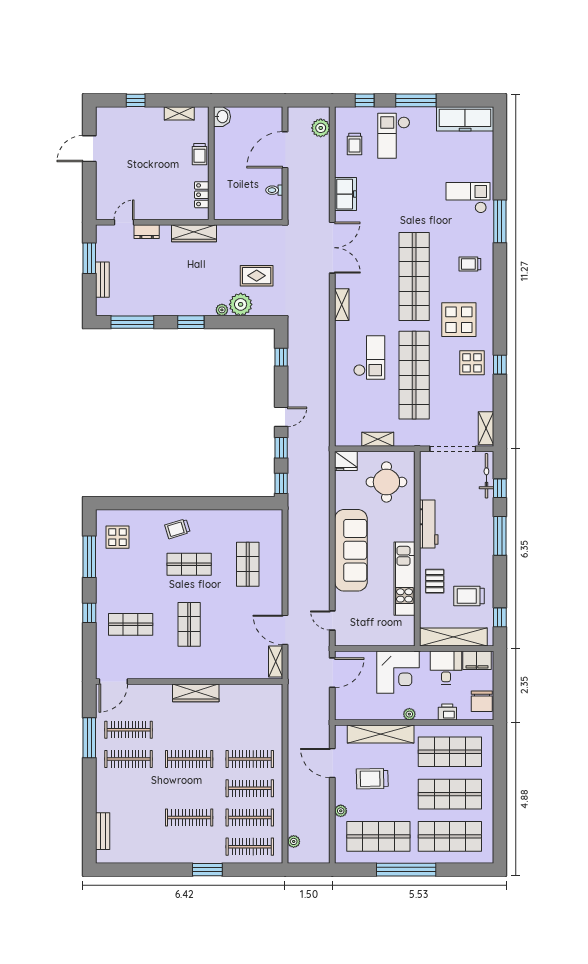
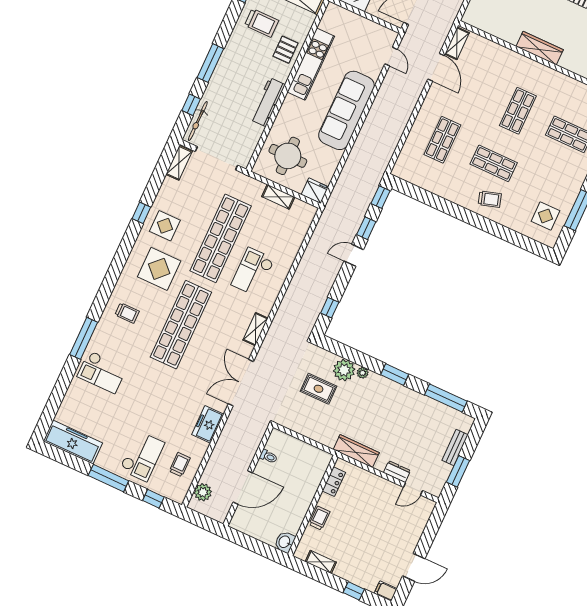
filing cabinet: (105, 114) -> (386, 591), added

